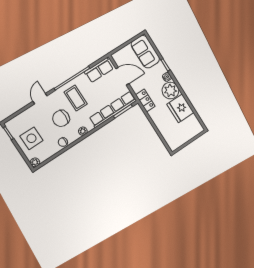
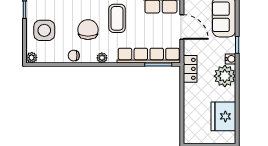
fridge: (180, 108) -> (223, 116), moved
chair: (61, 118) -> (88, 30), turned 90

